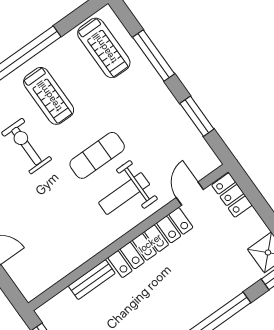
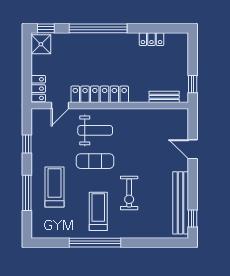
treadmill: (104, 48) -> (54, 187), moved
window: (197, 116) -> (27, 144), width x0.67
bench: (92, 280) -> (164, 97), moved

